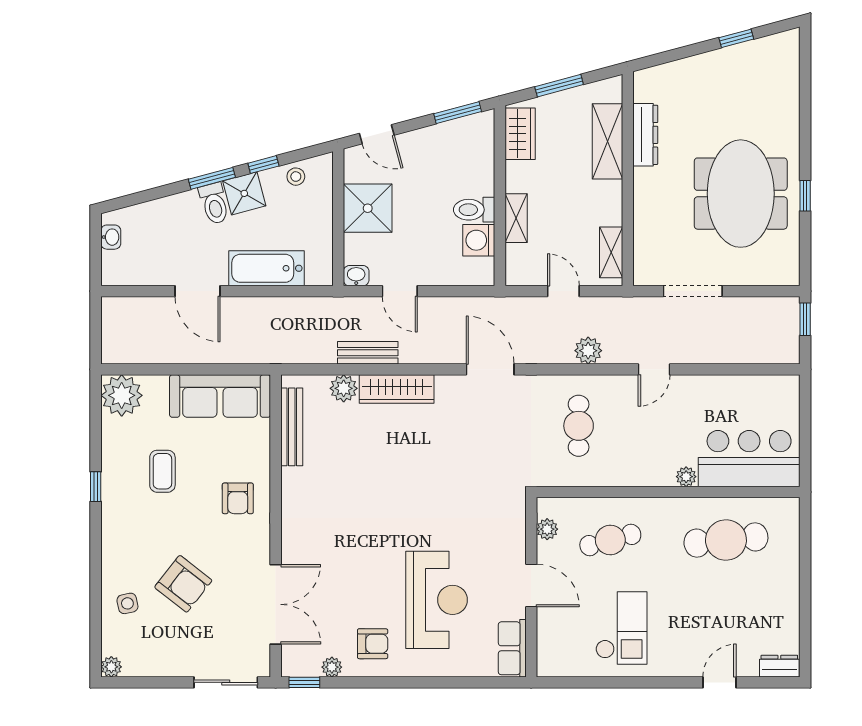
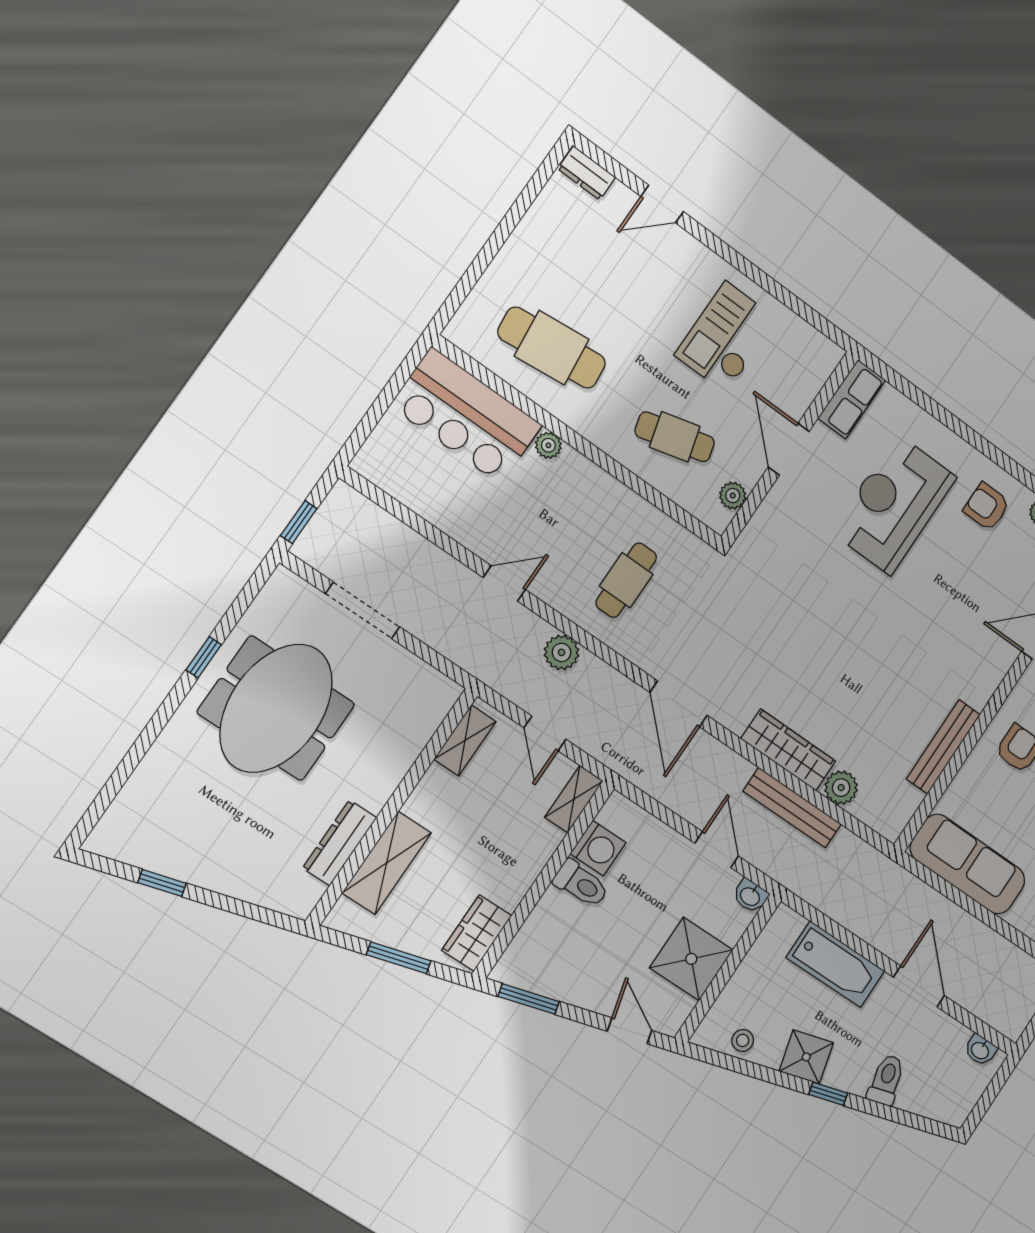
window: (263, 165) -> (767, 1074), removed
window: (212, 178) -> (828, 1094), width x0.67
toilet: (214, 203) -> (886, 1080), moved
shelving: (516, 218) -> (574, 799), moved
washbasin: (111, 237) -> (980, 1050), moved, turned -90
doorway: (693, 291) -> (363, 610), moved
bench: (368, 353) -> (792, 808), width x1.36
bench: (292, 427) -> (943, 747), moved

